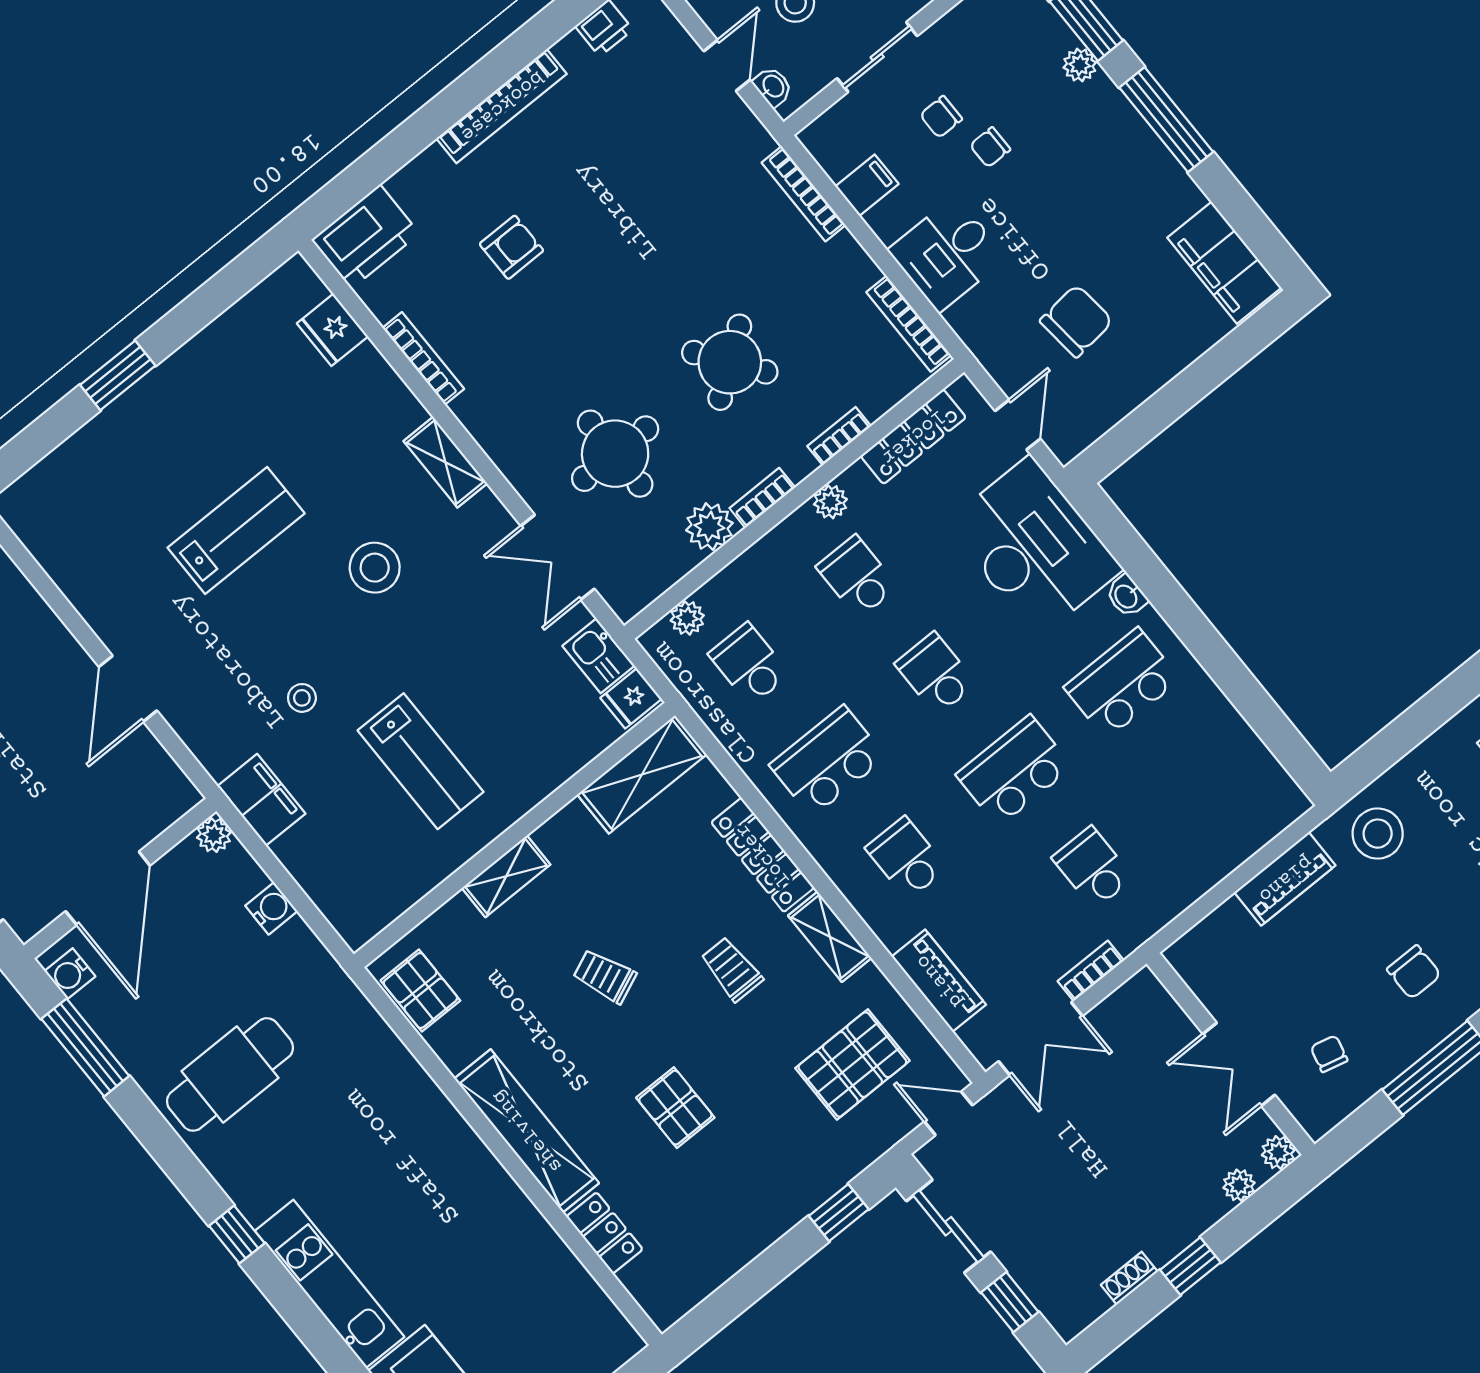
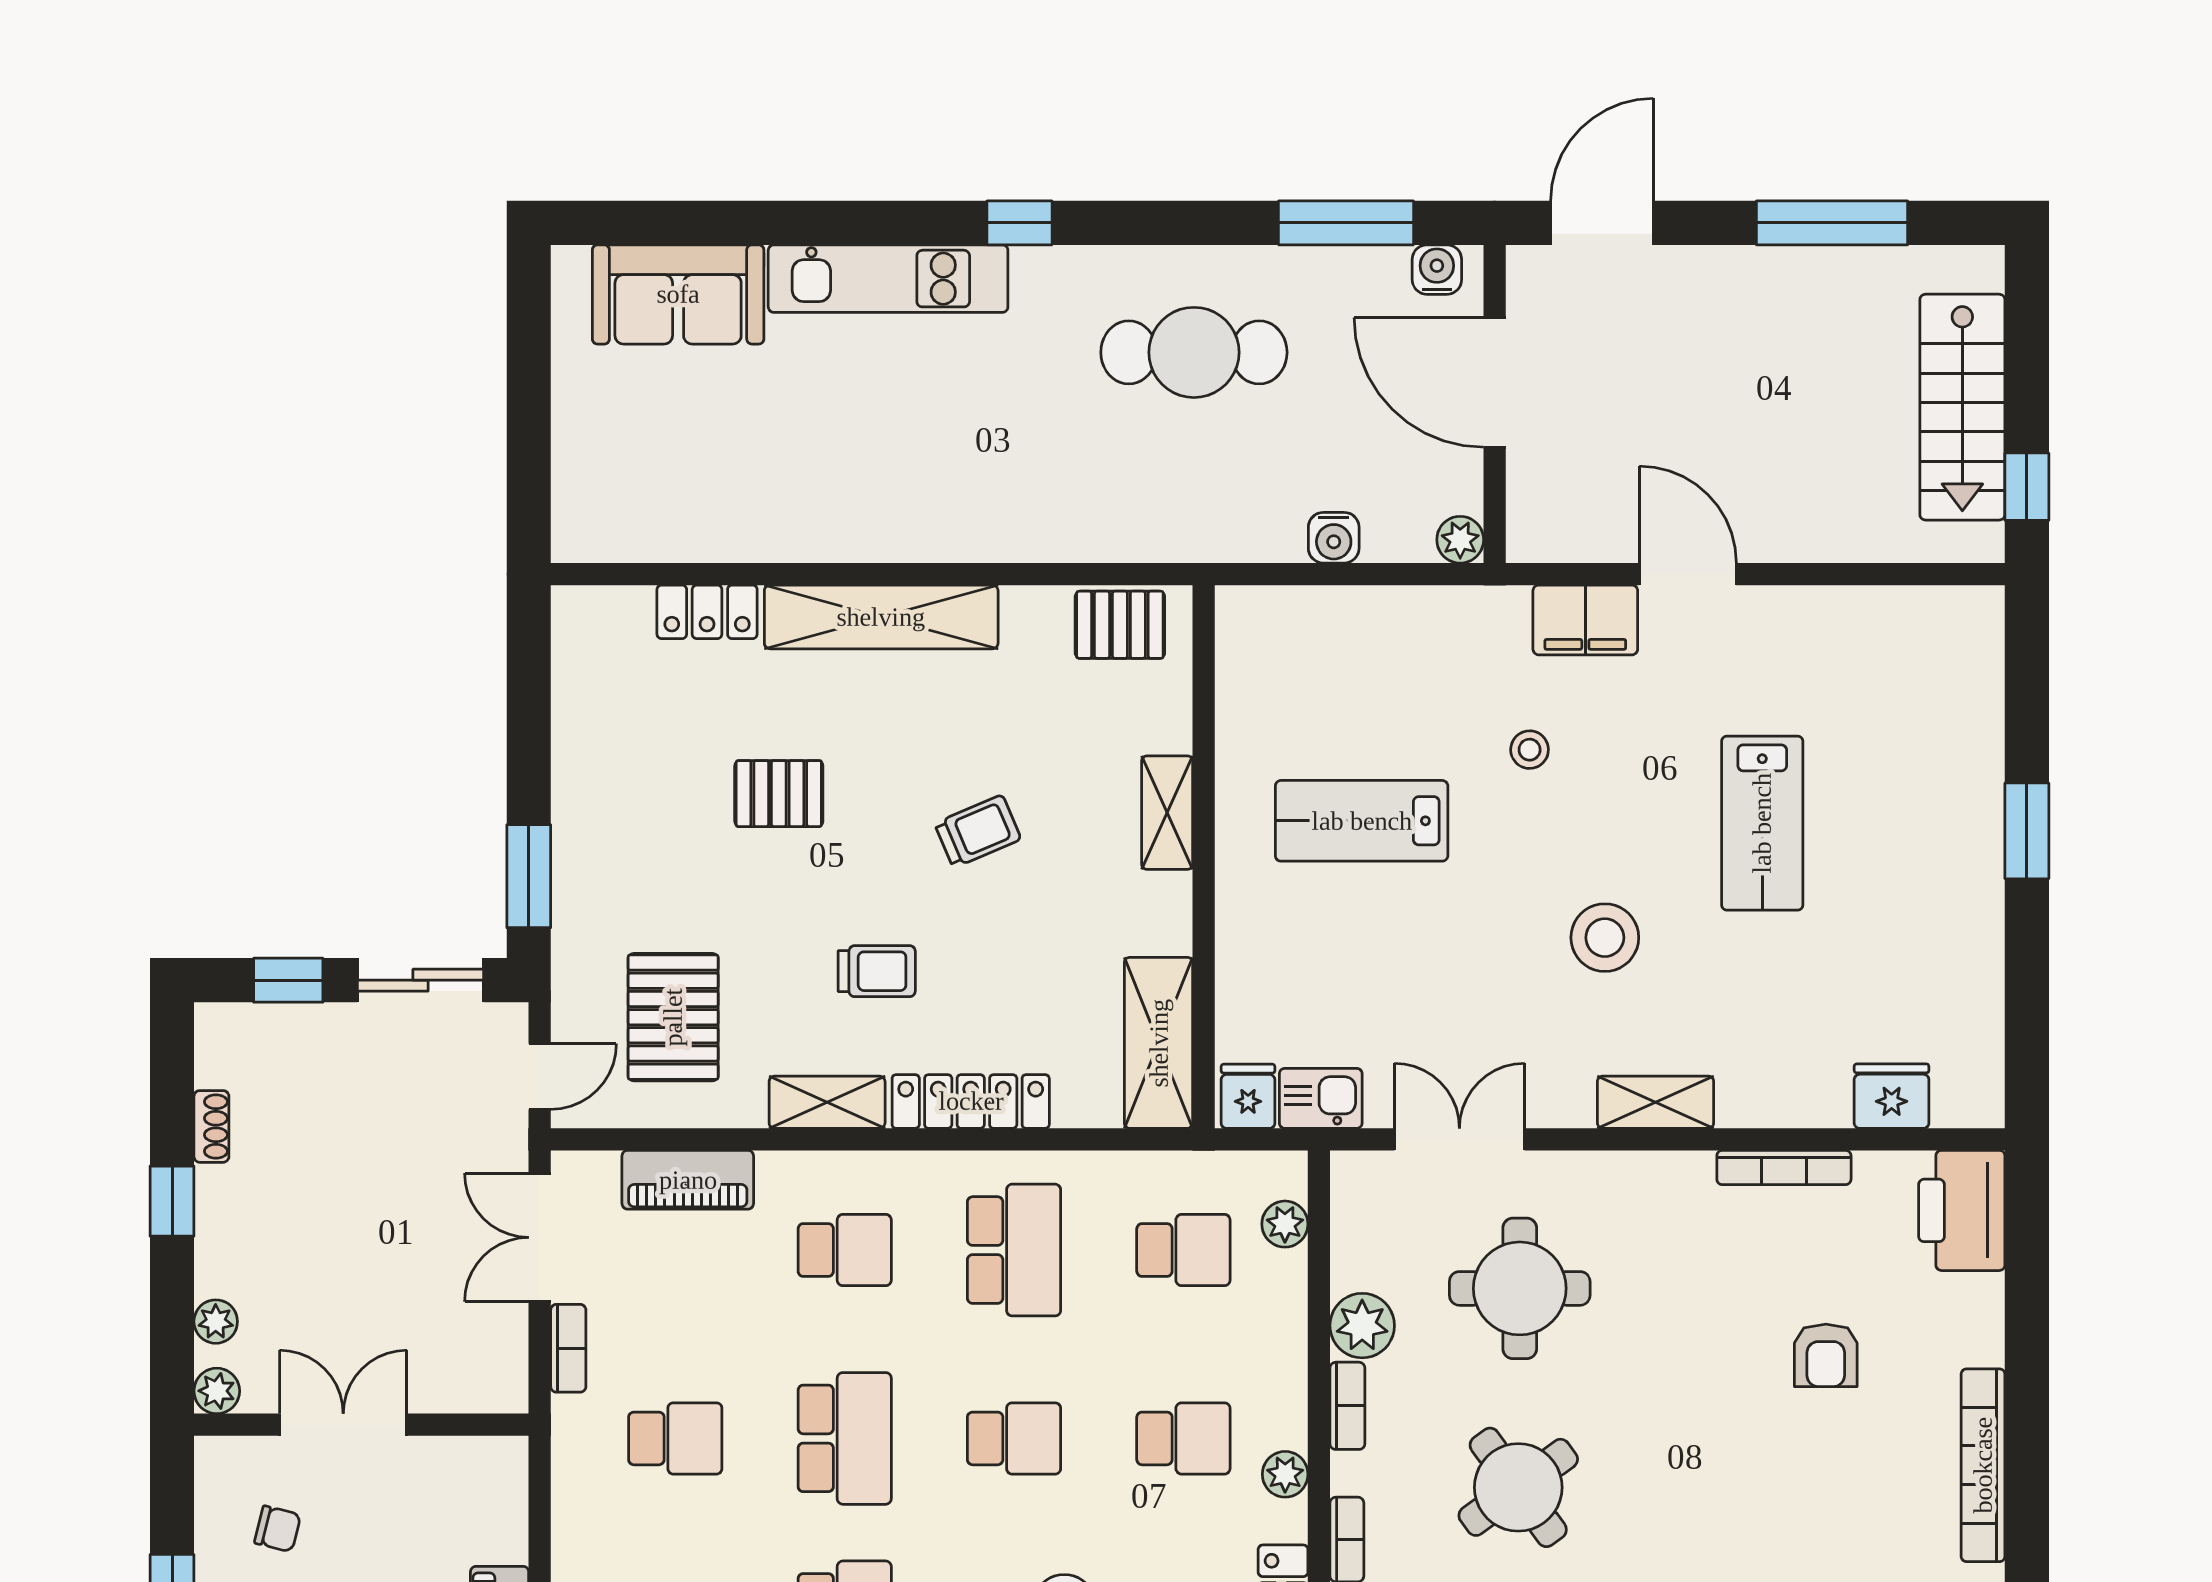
filing cabinet: (261, 800) -> (1585, 620), moved
cafe table: (230, 1074) -> (1194, 352), turned 90
window: (839, 1213) -> (529, 876), width x1.50

